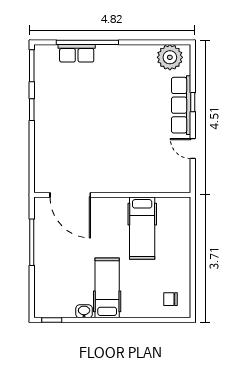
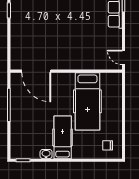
door: (193, 149) -> (124, 57), moved
hospital bed: (142, 228) -> (87, 101), width x1.37, depth x1.29

